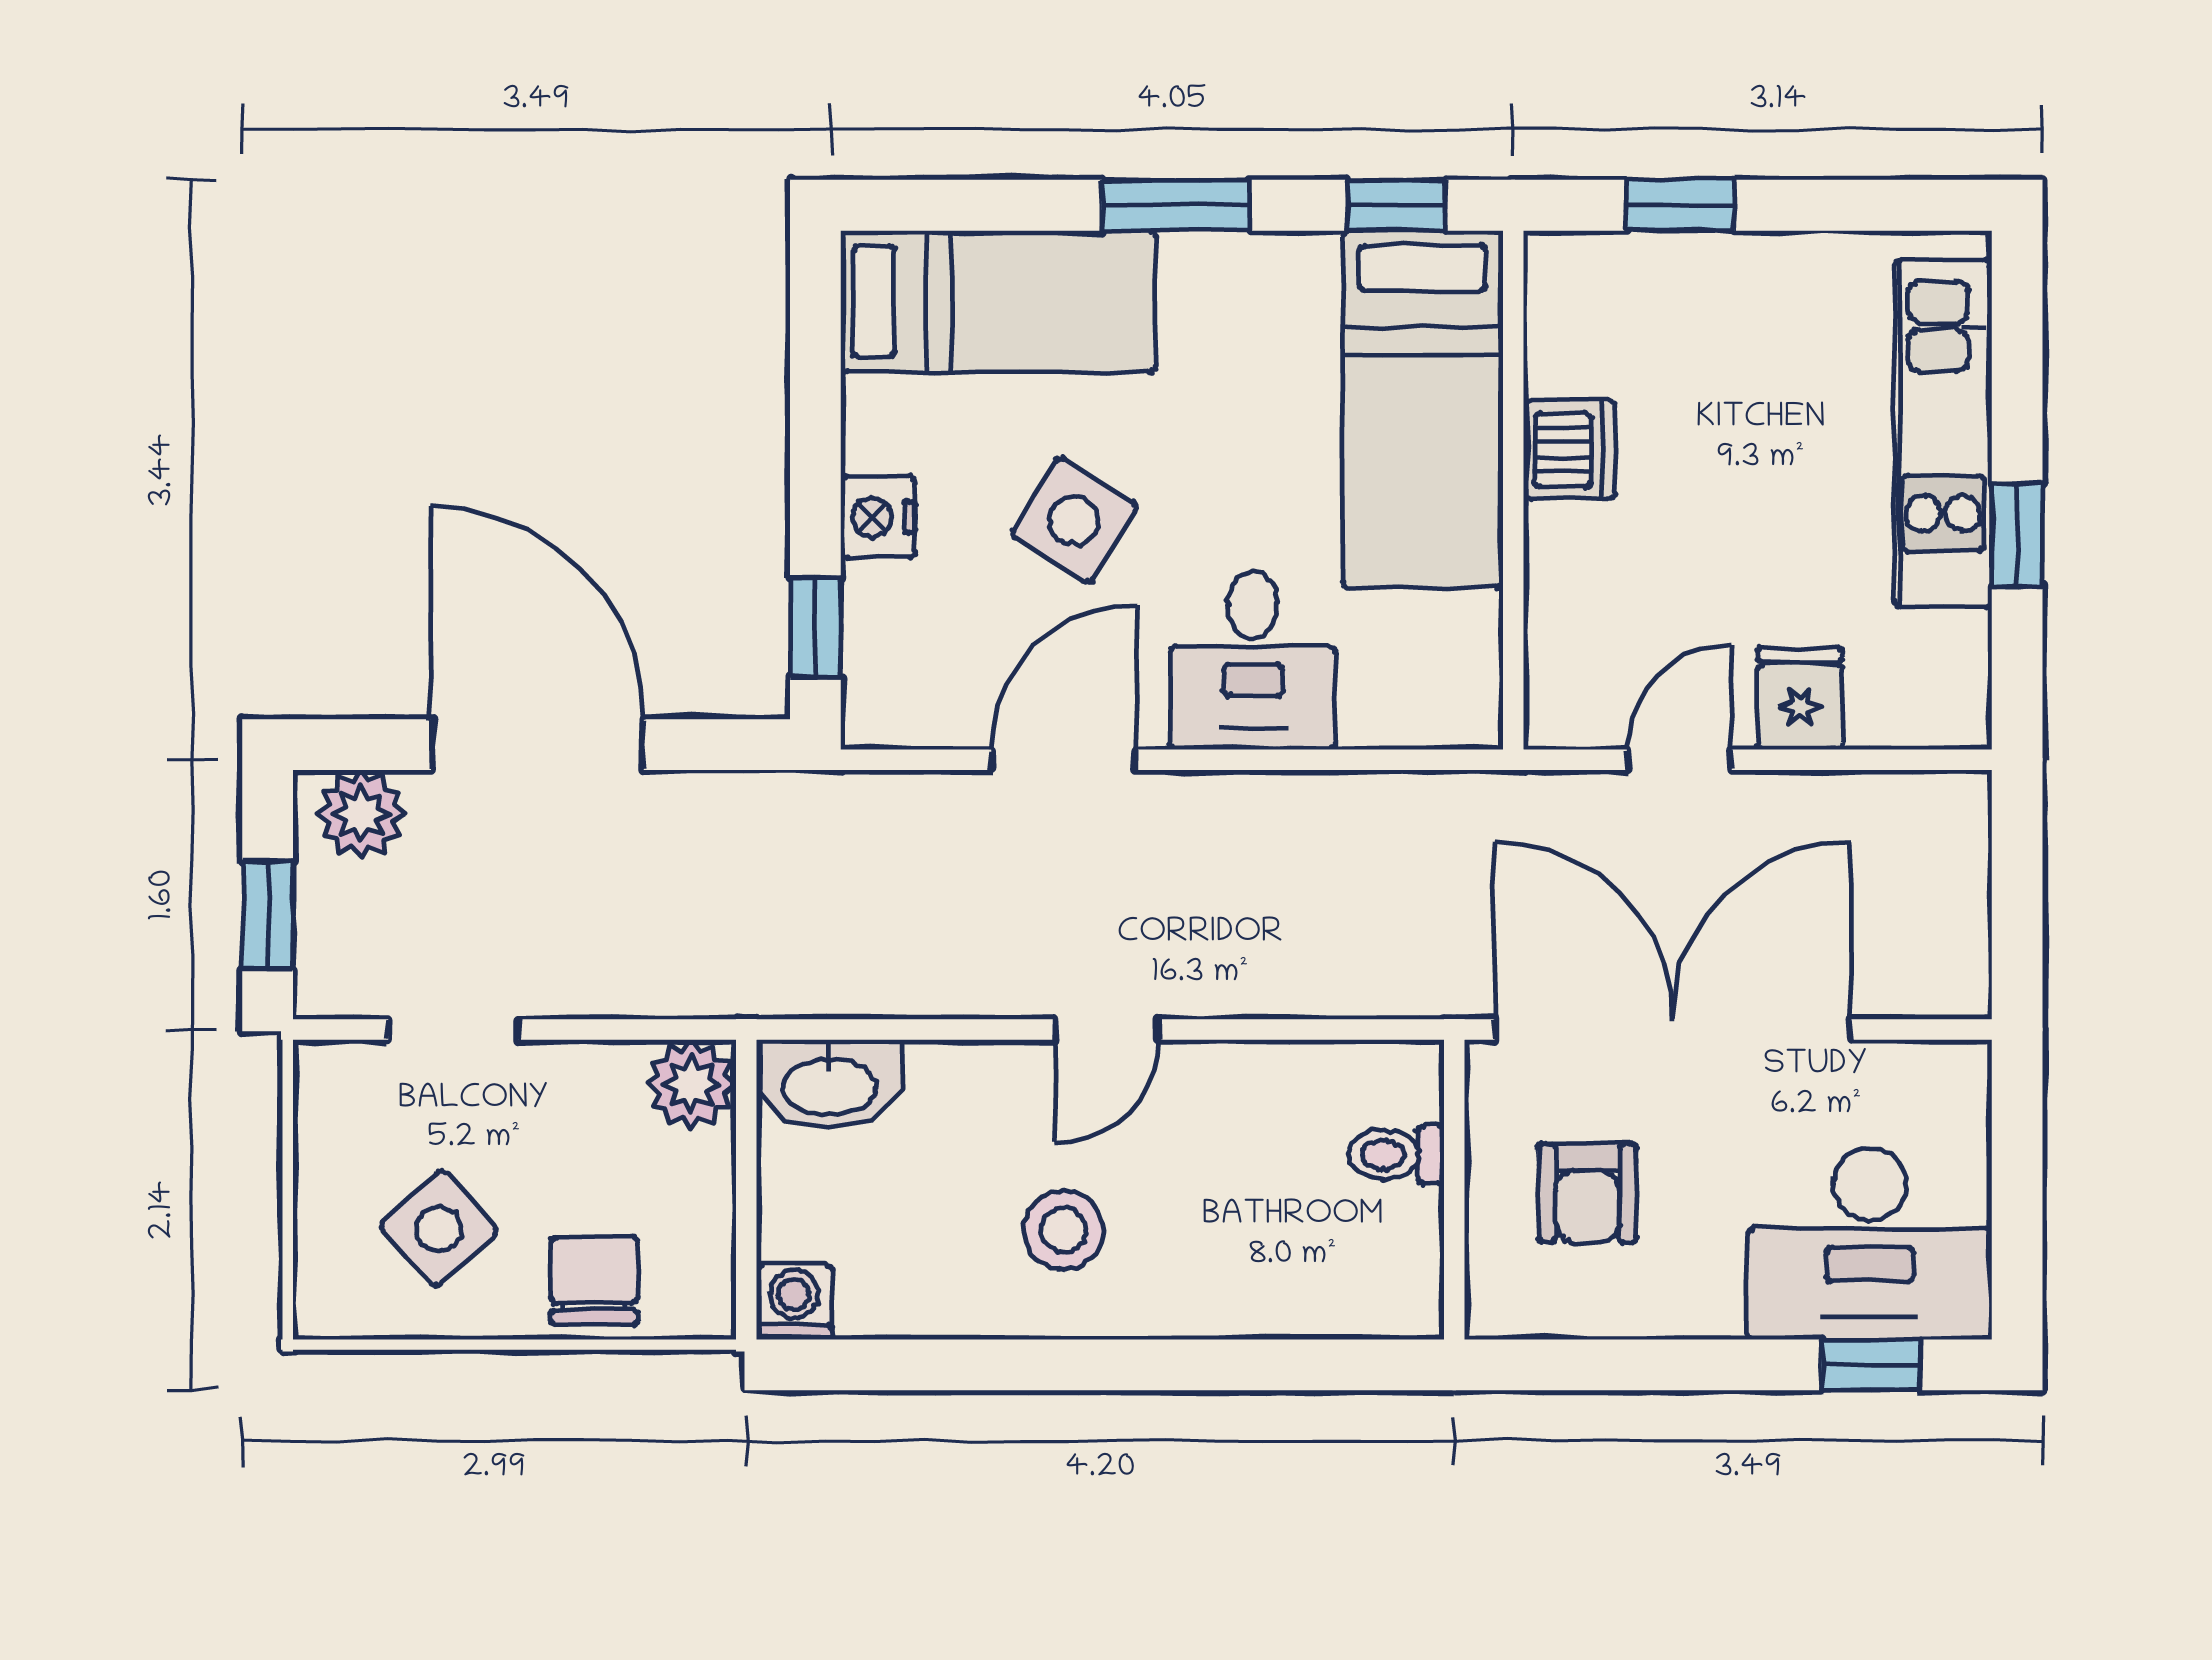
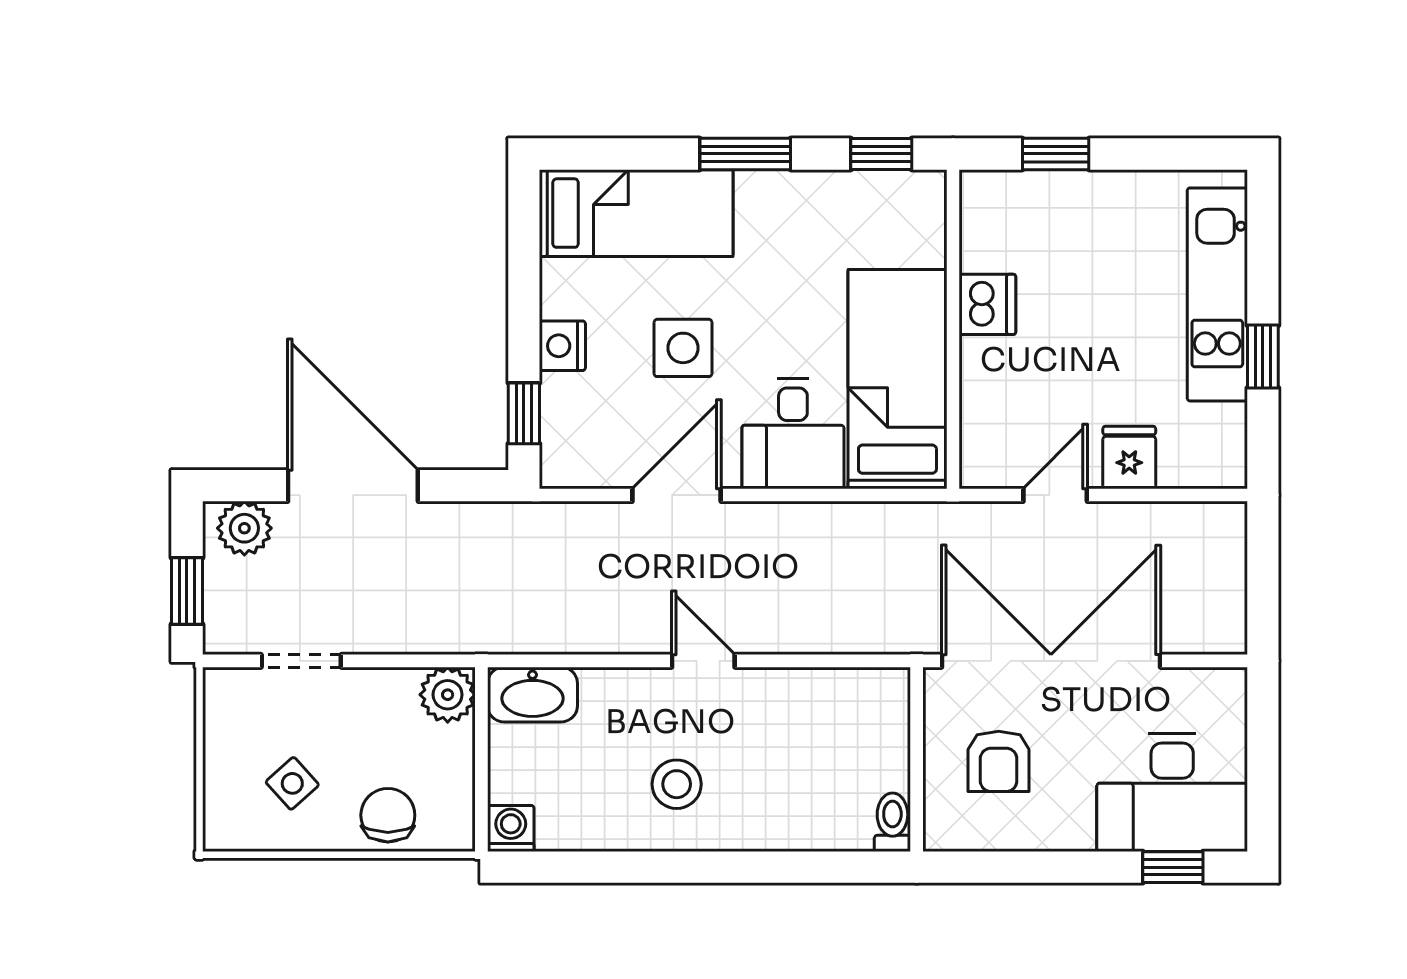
bed: (1423, 409) -> (897, 379), moved, turned 180
side table: (1074, 521) -> (683, 348), turned -32
door: (1107, 1029) -> (703, 661), swing flipped
toilet: (1396, 1154) -> (892, 822), moved, turned 90
side table: (439, 1229) -> (292, 783), width x0.73, depth x0.73

